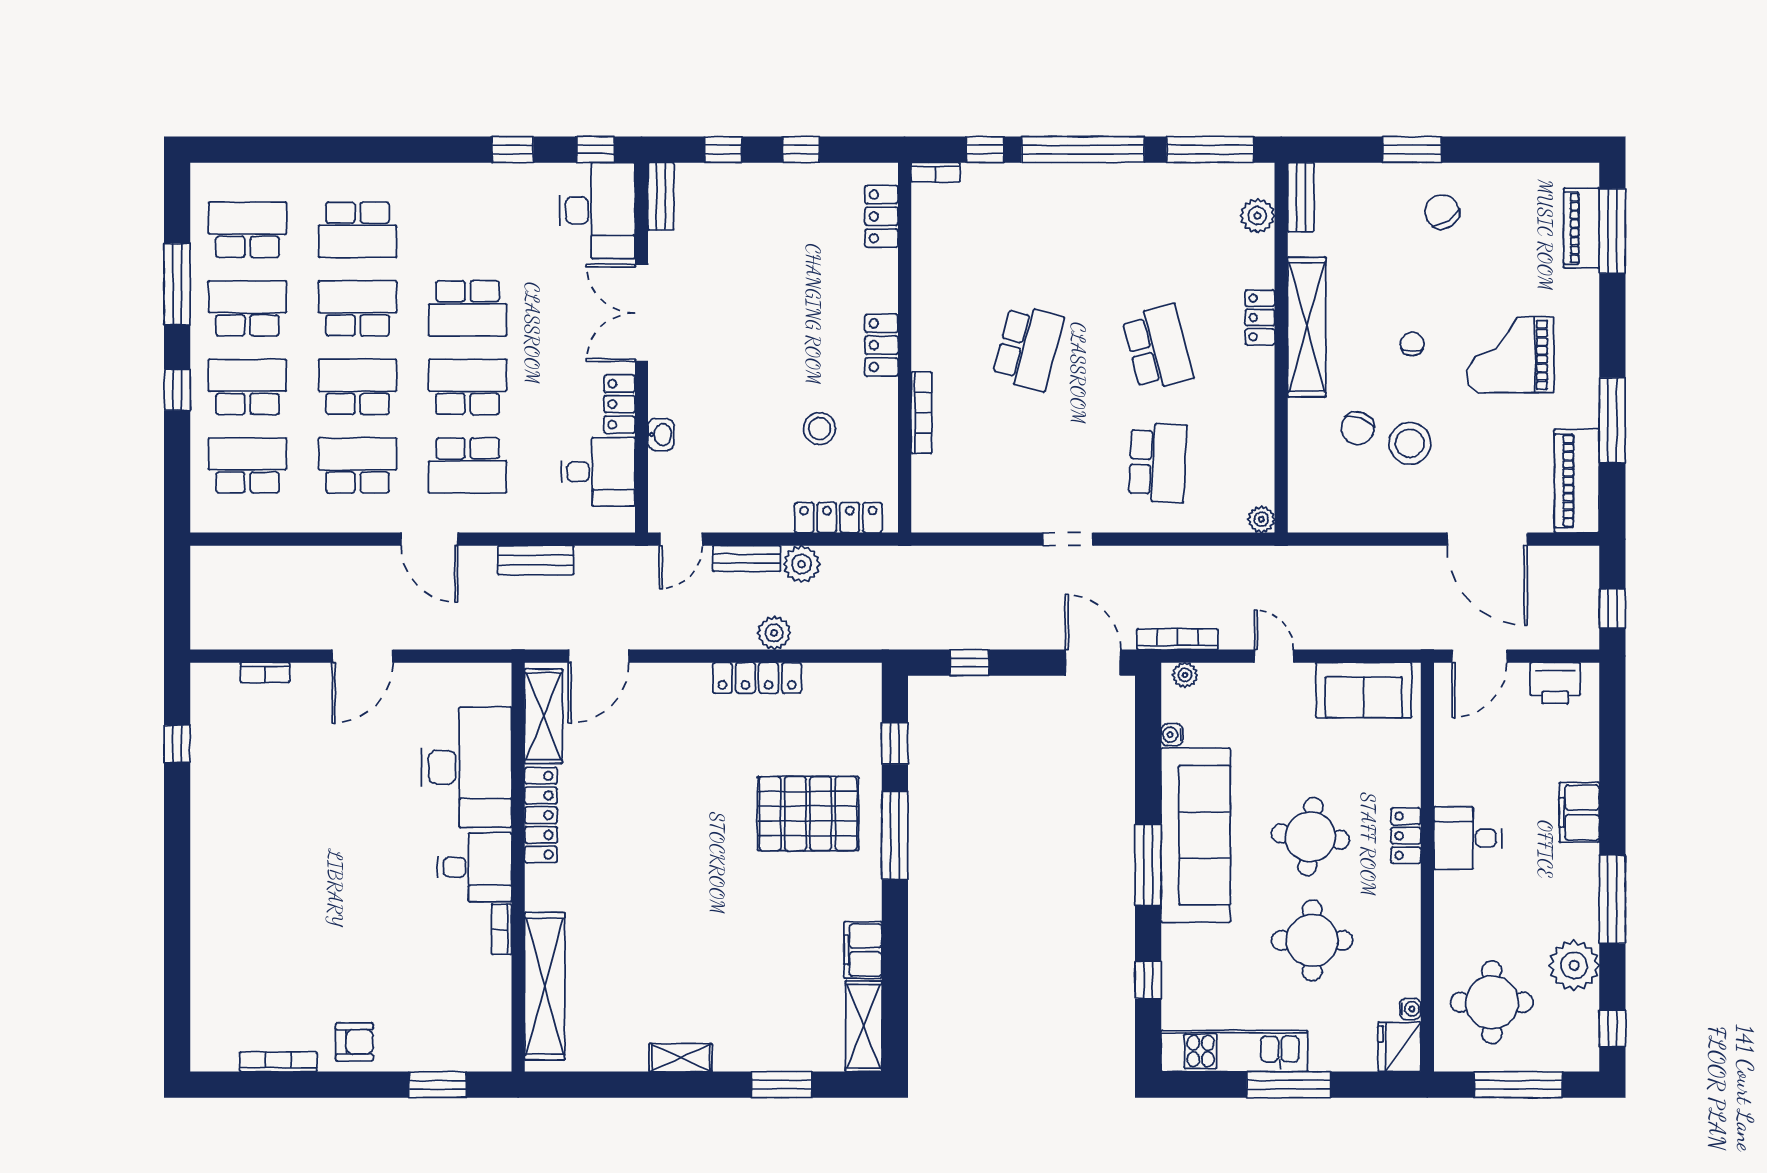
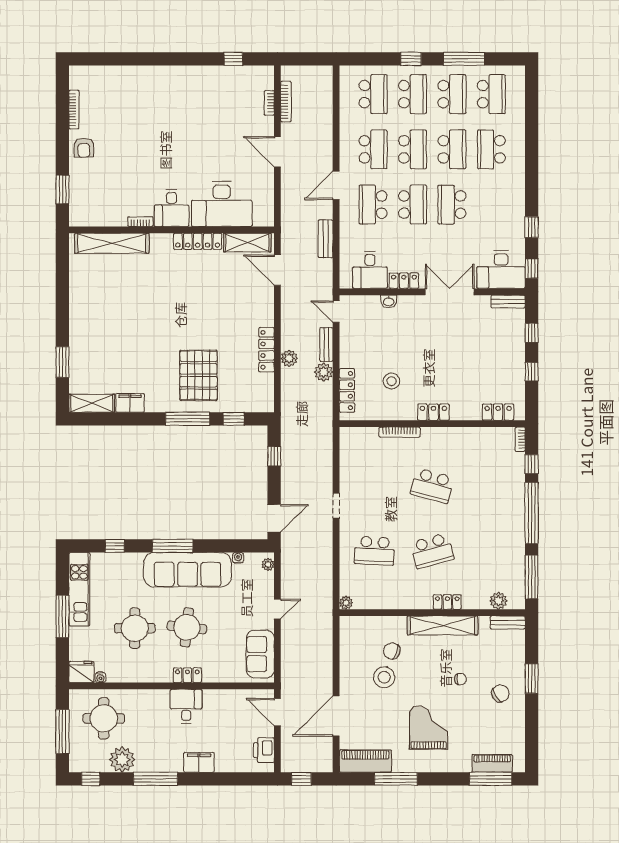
chair: (1412, 344) -> (460, 679), moved
bookcase: (1177, 639) -> (286, 102), moved
shelving: (681, 1058) -> (76, 311), removed

